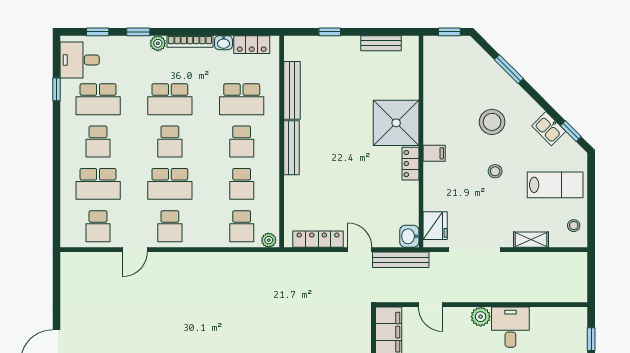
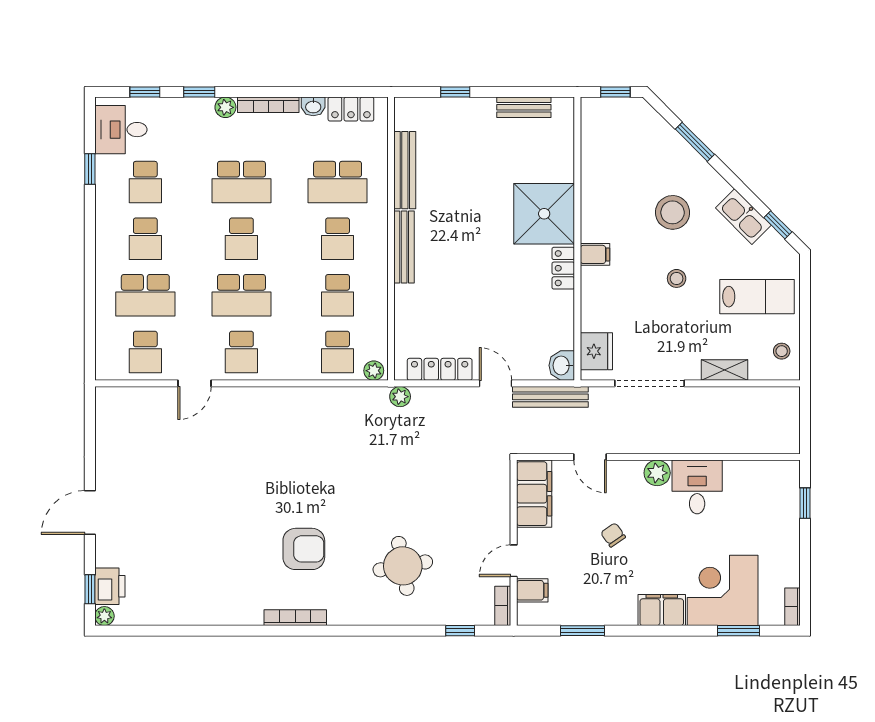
school desk: (98, 99) -> (145, 182), width x0.54
kitchen sink: (549, 129) -> (743, 217), width x1.38
plant: (288, 260) -> (400, 397), added

